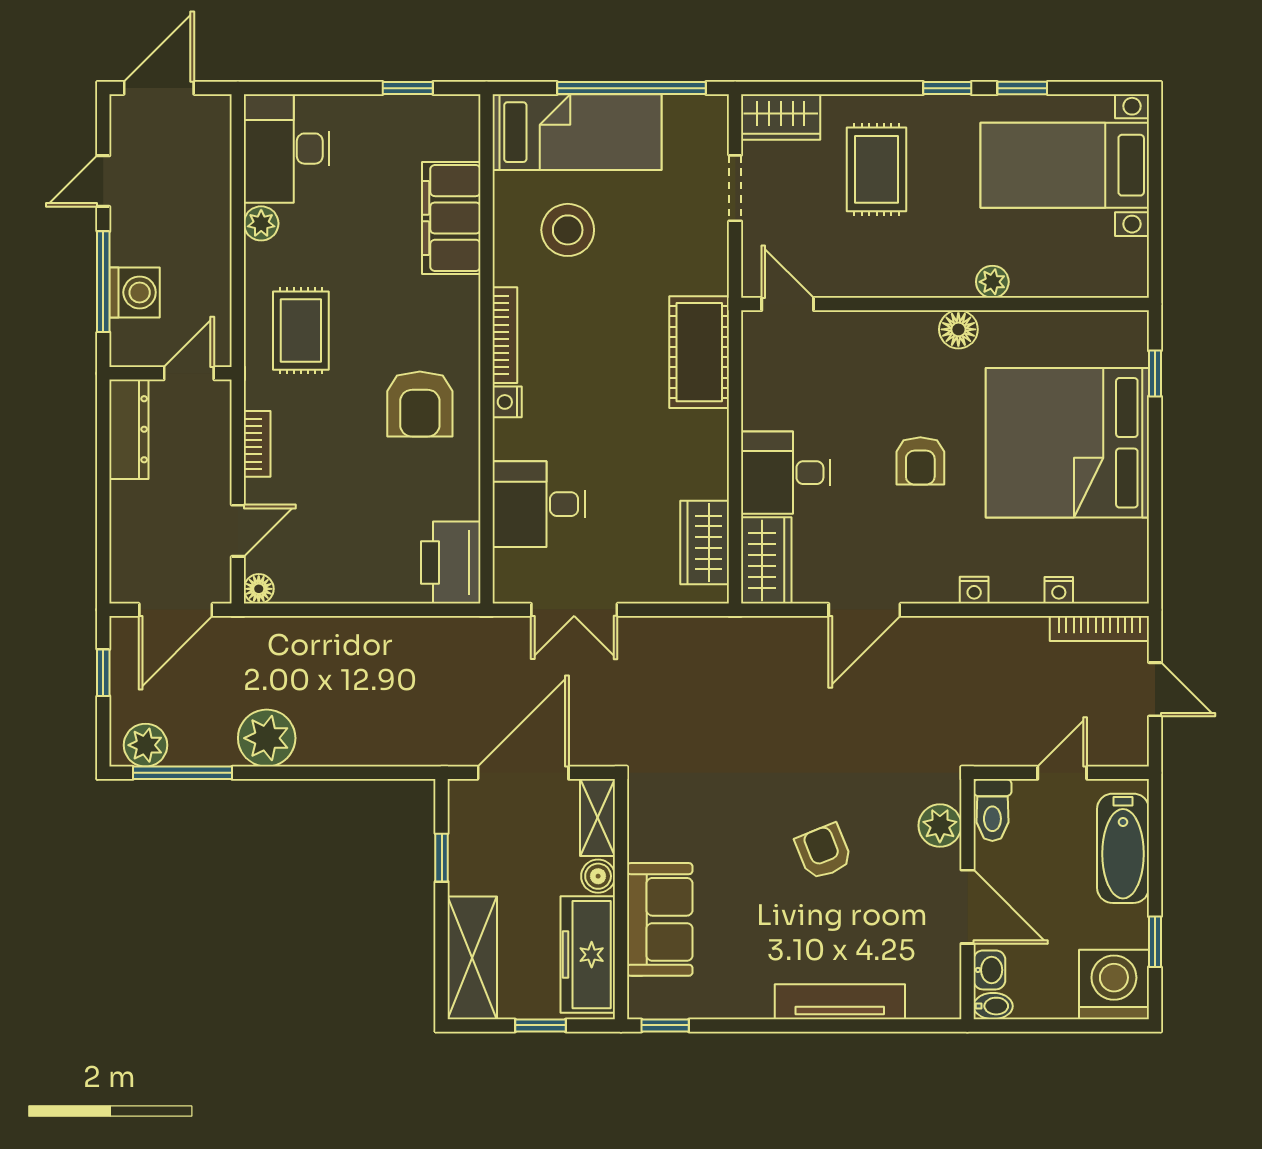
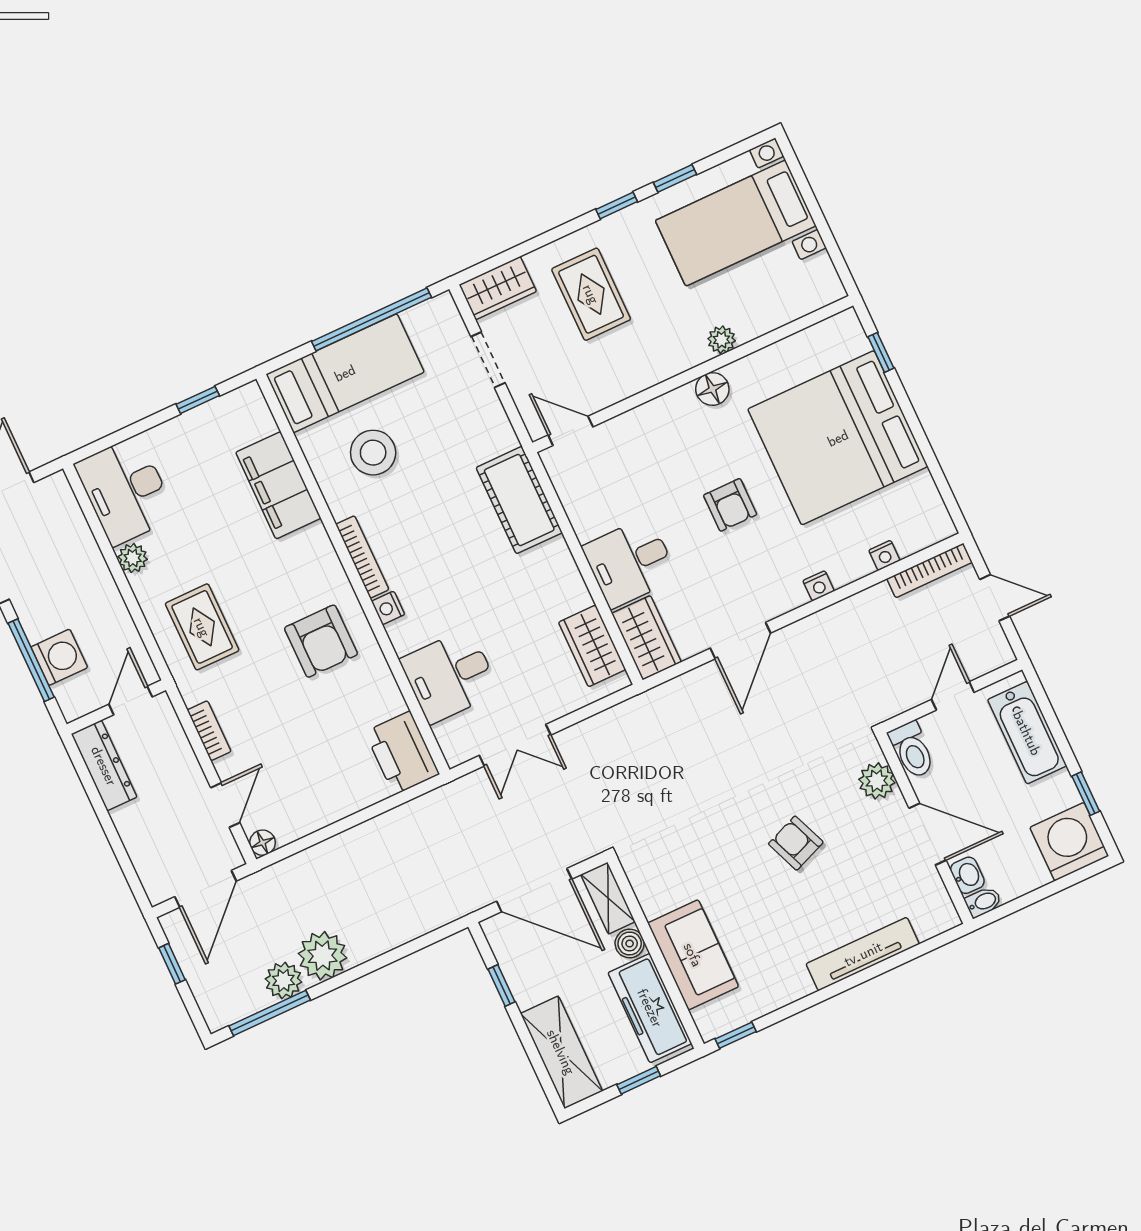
plant: (145, 745) -> (284, 980), moved
door: (523, 773) -> (534, 890), swing flipped

